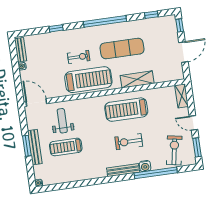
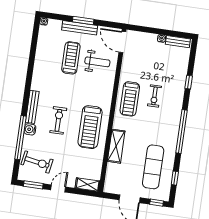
exercise mat: (122, 49) -> (153, 167), moved
treadmill: (88, 80) -> (130, 99), width x0.73, depth x0.73
door: (36, 103) -> (122, 42), swing flipped
treadmill: (126, 110) -> (90, 127), turned 180

